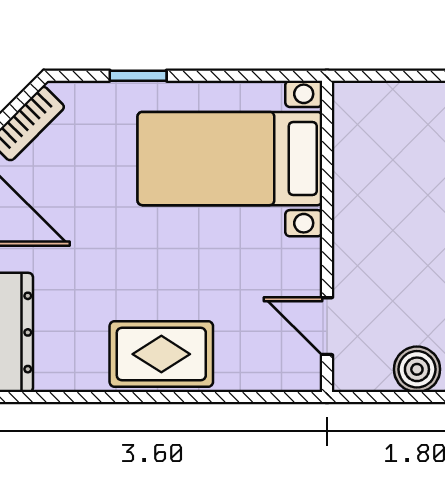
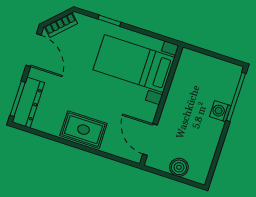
door: (327, 326) -> (150, 140), width x1.37

